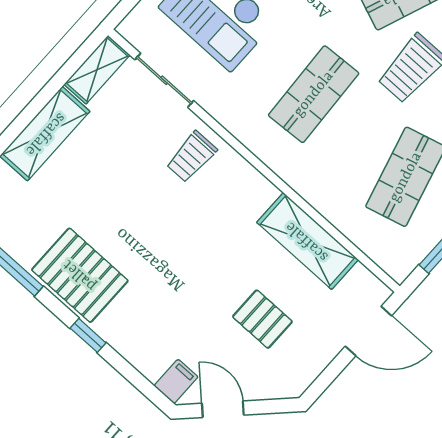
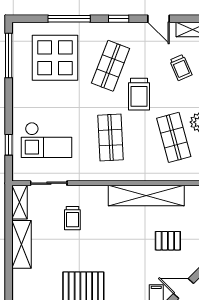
trolley: (192, 157) -> (72, 218), moved
shelving: (307, 241) -> (146, 195), width x1.47

